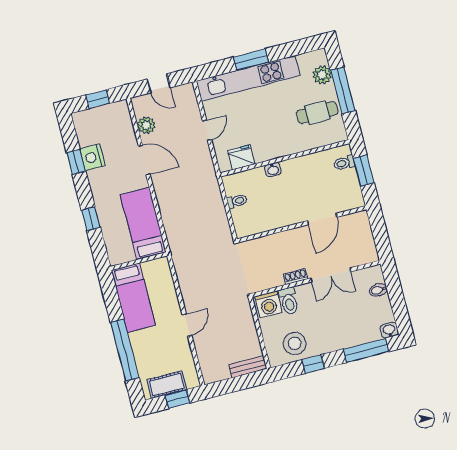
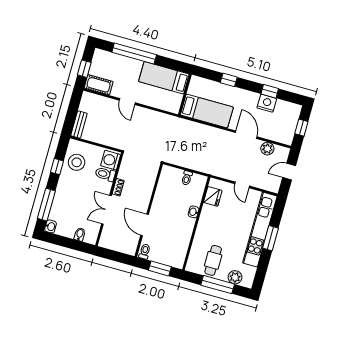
door: (144, 160) -> (246, 135), swing flipped
toilet: (344, 163) -> (145, 251), moved
cot: (167, 385) -> (99, 85), moved, turned 90

